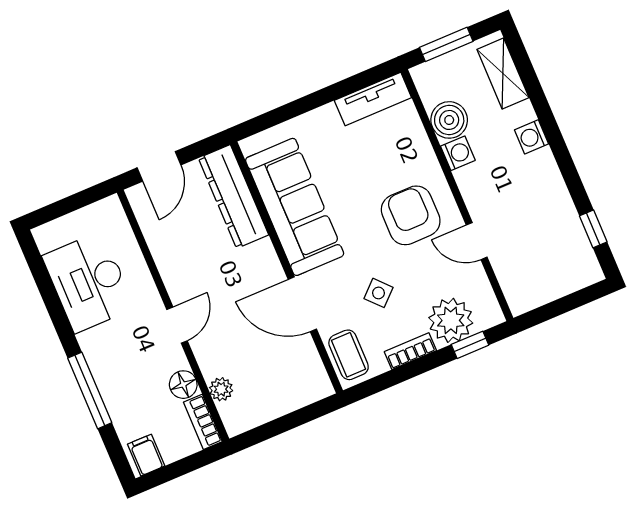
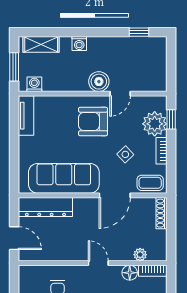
boiler: (449, 120) -> (99, 82), moved
washing machine: (458, 153) -> (34, 84), moved
shoe rack: (306, 396) -> (162, 213), added

